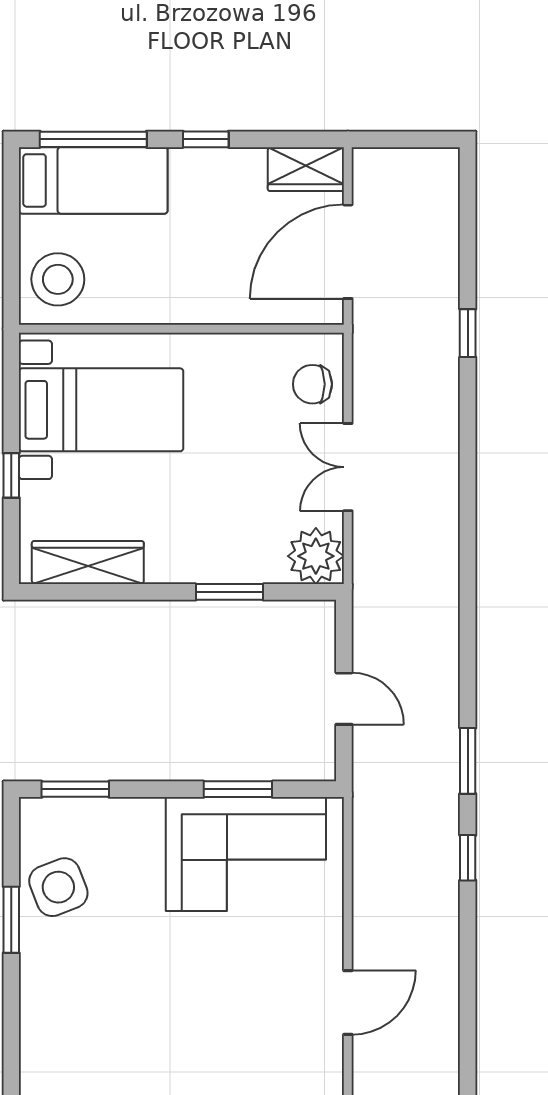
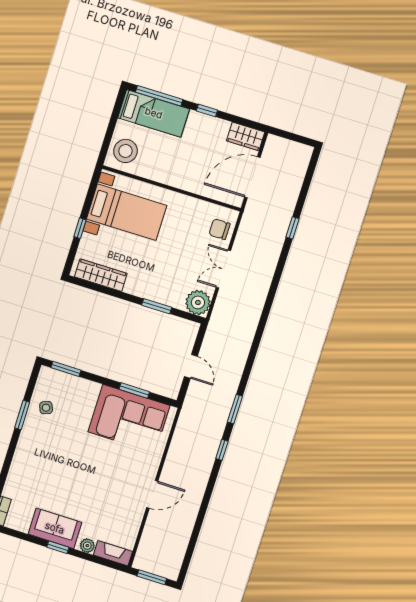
side table: (58, 887) -> (46, 408), width x0.54, depth x0.54

